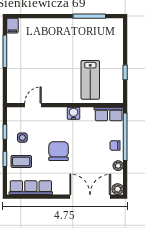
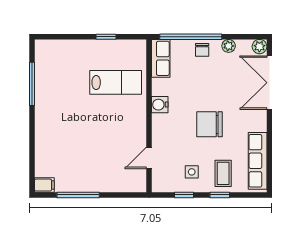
door: (33, 105) -> (149, 158), hinge flipped

